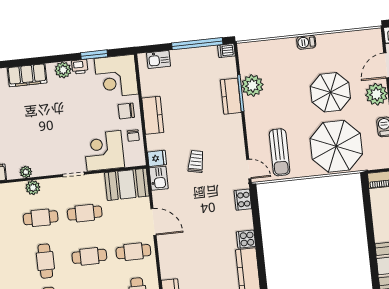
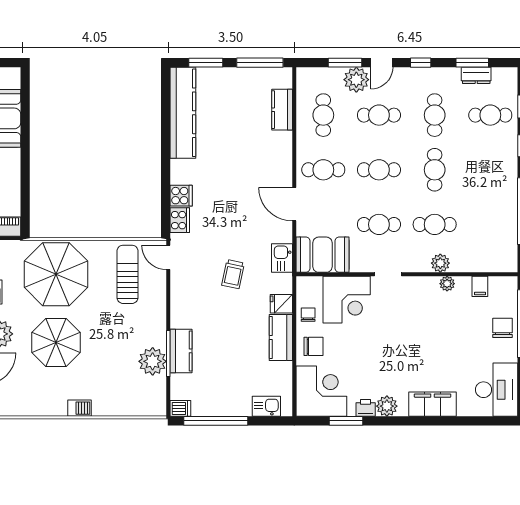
fridge: (157, 158) -> (281, 304), moved
cooker: (246, 239) -> (181, 196), moved

